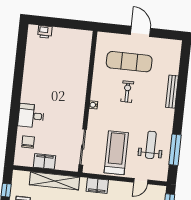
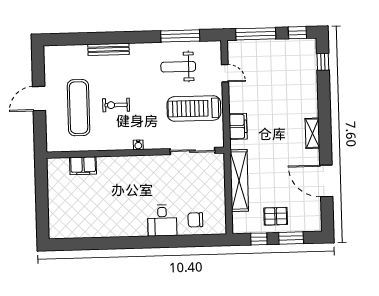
printer: (45, 32) -> (56, 217), removed
filing cabinet: (44, 161) -> (83, 166), moved, turned -90

